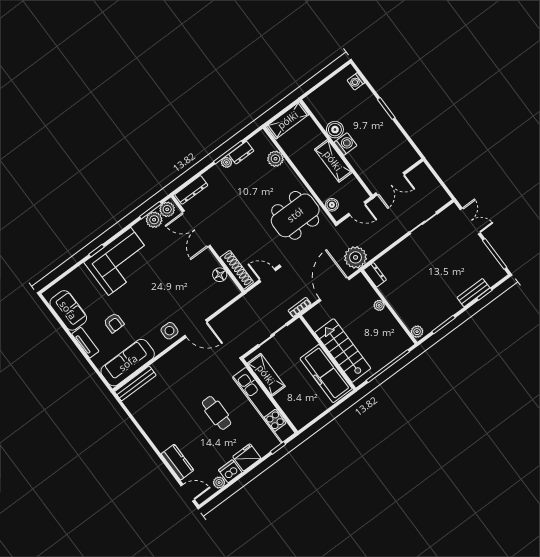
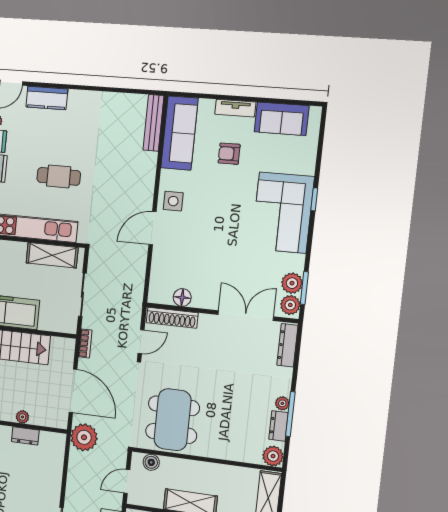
plant: (275, 159) -> (273, 456), moved
dresser: (375, 275) -> (25, 436), moved

